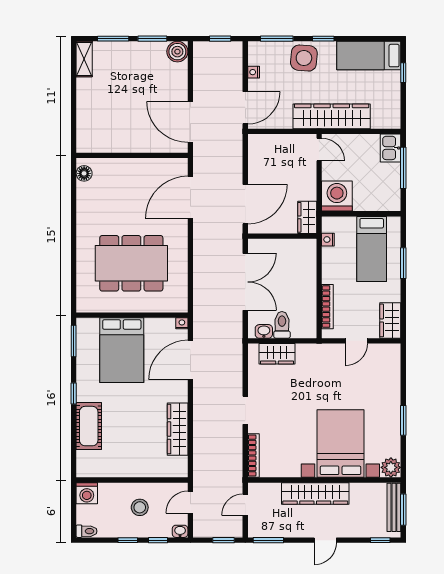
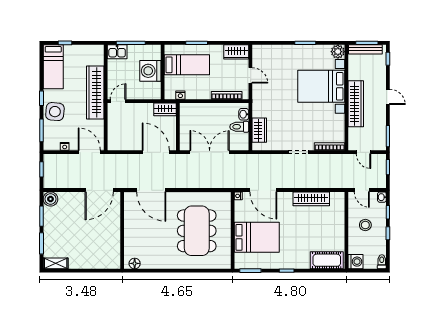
washing machine: (337, 196) -> (150, 71), moved
washbasin: (264, 331) -> (244, 114), moved
cot: (89, 426) -> (327, 260), moved

